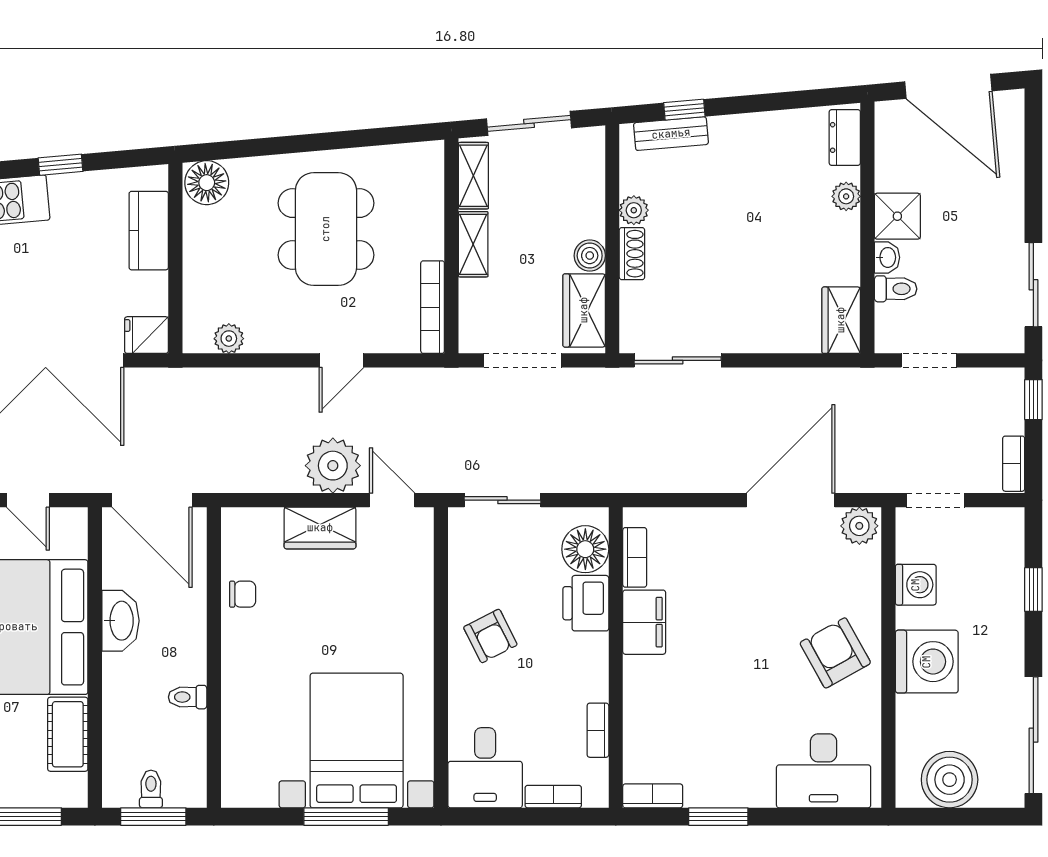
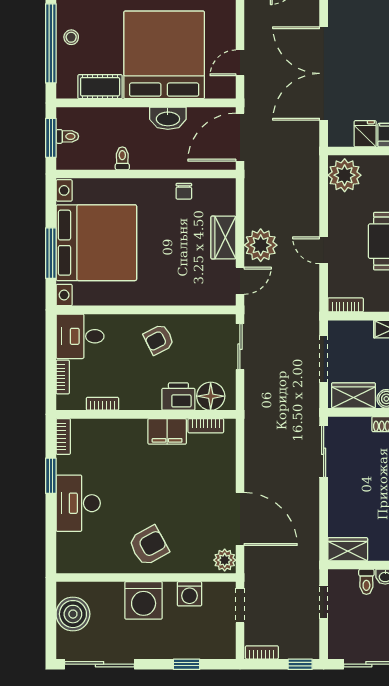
bookcase: (433, 307) -> (346, 305), width x0.64
fridge: (146, 335) -> (365, 134), moved
plant: (229, 339) -> (345, 175), width x1.88, depth x1.88
bed with nightstands: (357, 741) -> (96, 243), width x1.36
desk: (824, 771) -> (78, 503), moved

